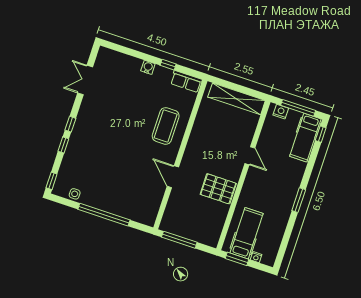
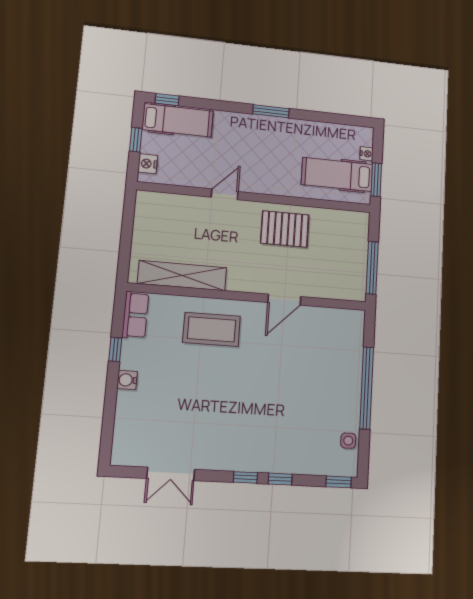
shelving: (237, 99) -> (182, 276), moved, turned 90
window: (298, 108) -> (136, 140), width x0.46
pallet: (218, 189) -> (285, 229), turned 90

